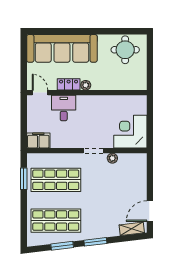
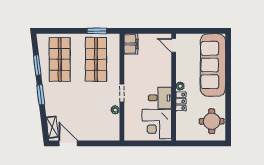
locker: (69, 84) -> (181, 101), moved
door: (40, 93) -> (174, 45), swing flipped
desk: (64, 108) -> (160, 98), moved
corner desk: (130, 132) -> (157, 124), moved, turned 180

